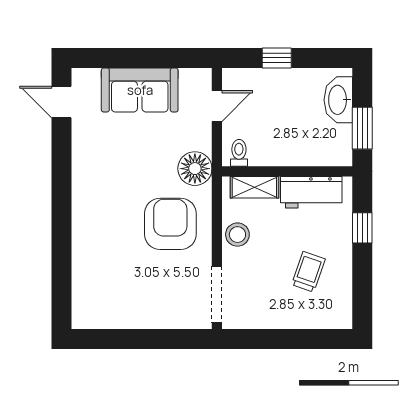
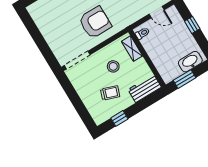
floor lamp: (195, 169) -> (125, 19), removed
workbench: (311, 192) -> (145, 88), moved, turned 90
window: (362, 228) -> (119, 118), moved
stool: (237, 235) -> (113, 66), moved

